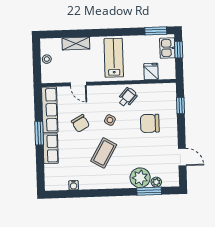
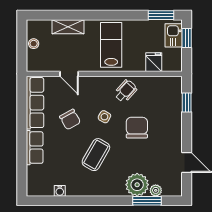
chair: (150, 123) -> (137, 128), moved, turned 90
window: (39, 133) -> (22, 129), removed

